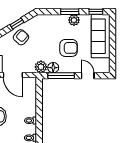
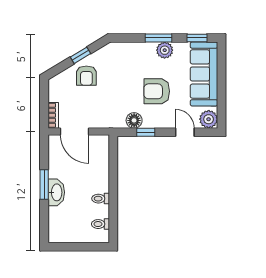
armchair: (21, 37) -> (86, 76), turned 138
armchair: (69, 48) -> (157, 91), turned 180
plant: (41, 67) -> (209, 119), moved
window: (61, 76) -> (146, 132), width x0.46

